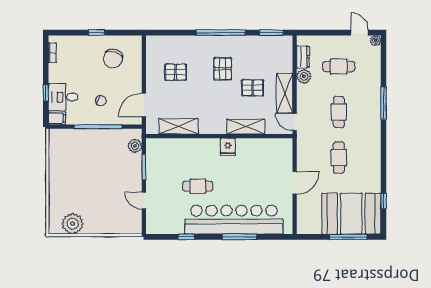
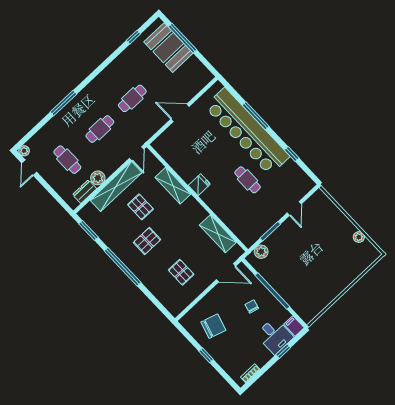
shelving: (285, 93) -> (116, 186), width x1.47
booth: (351, 214) -> (168, 48), width x0.73, depth x0.70
plant: (73, 224) -> (359, 237), width x0.53, depth x0.53

